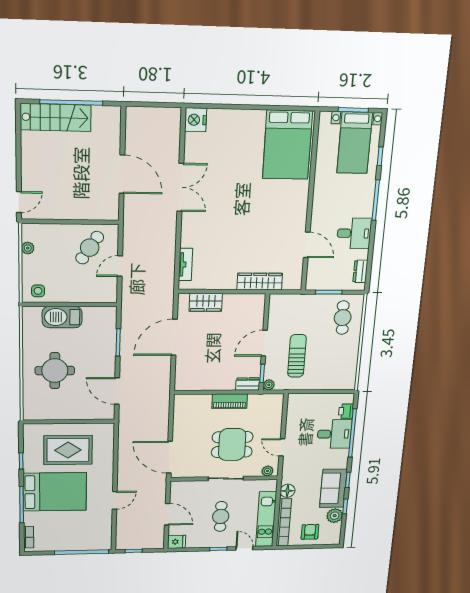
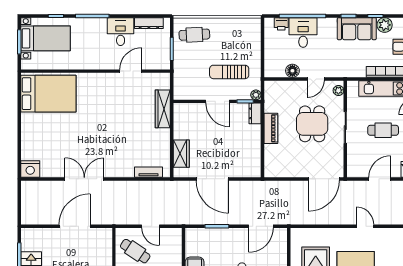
dresser: (360, 271) -> (149, 23), width x1.44
floor lamp: (287, 491) -> (292, 71), moved

